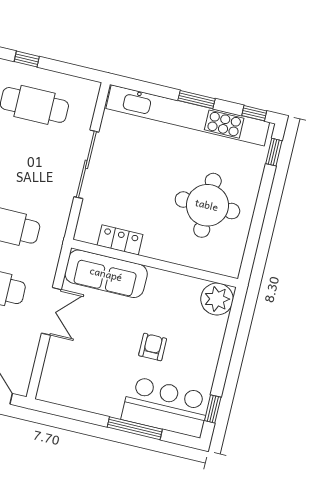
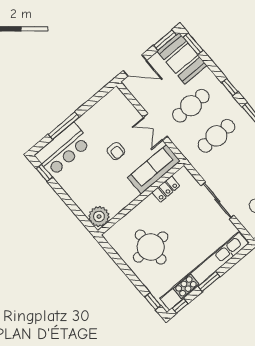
armchair: (153, 347) -> (116, 151), moved

